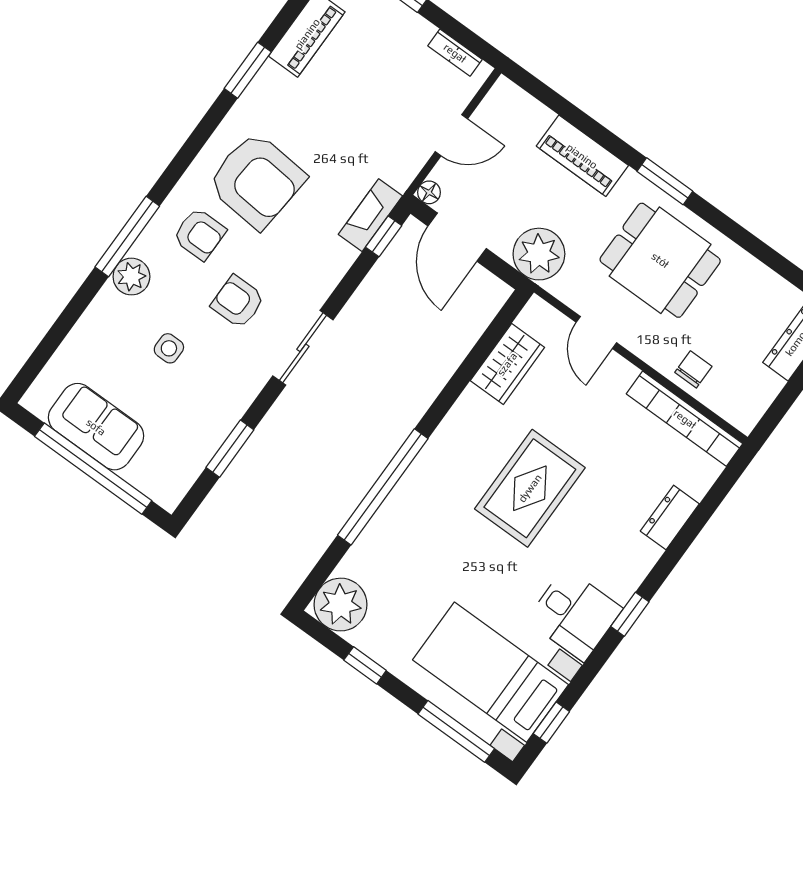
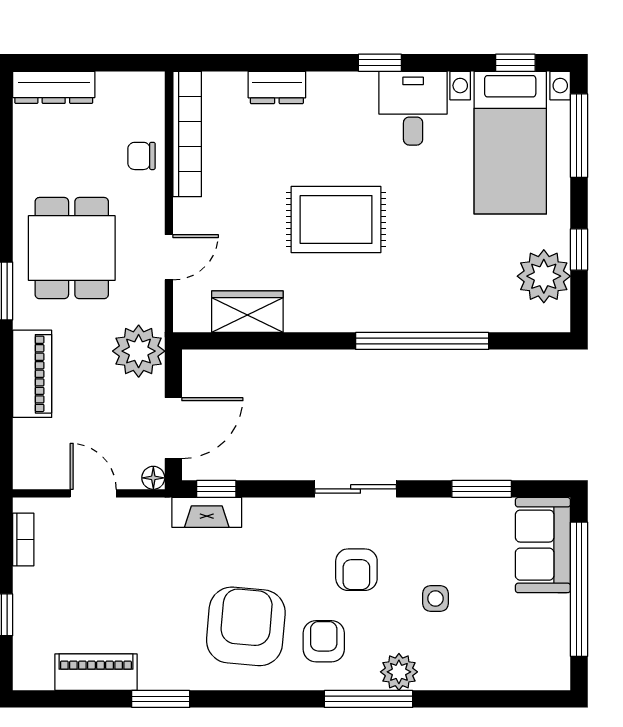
sofa: (96, 427) -> (543, 545), moved
plant: (341, 605) -> (544, 276), moved

